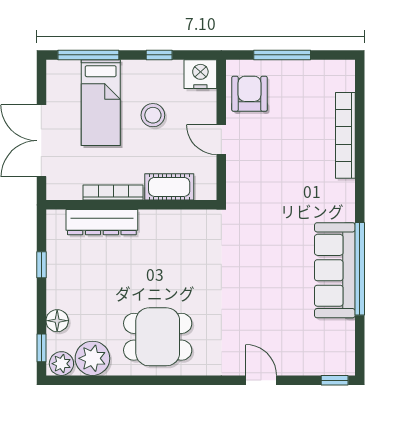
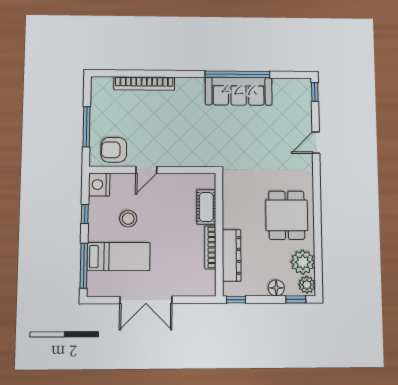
cot: (169, 187) -> (206, 207), moved
bookcase: (113, 193) -> (210, 247), moved
wall: (131, 205) -> (219, 234), moved
dresser: (102, 222) -> (232, 255), moved

